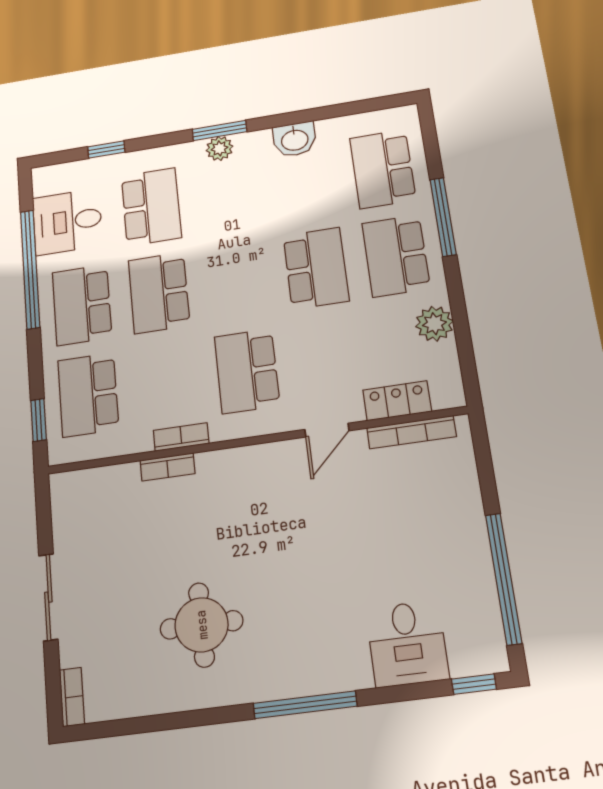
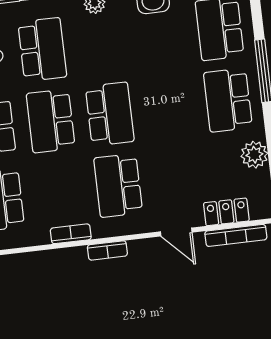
school desk: (316, 268) -> (110, 114), moved
door: (327, 430) -> (176, 232), hinge flipped
bookcase: (168, 467) -> (107, 250), moved

